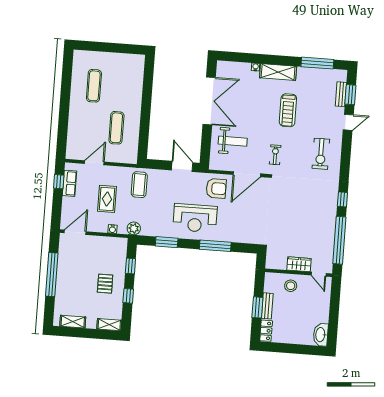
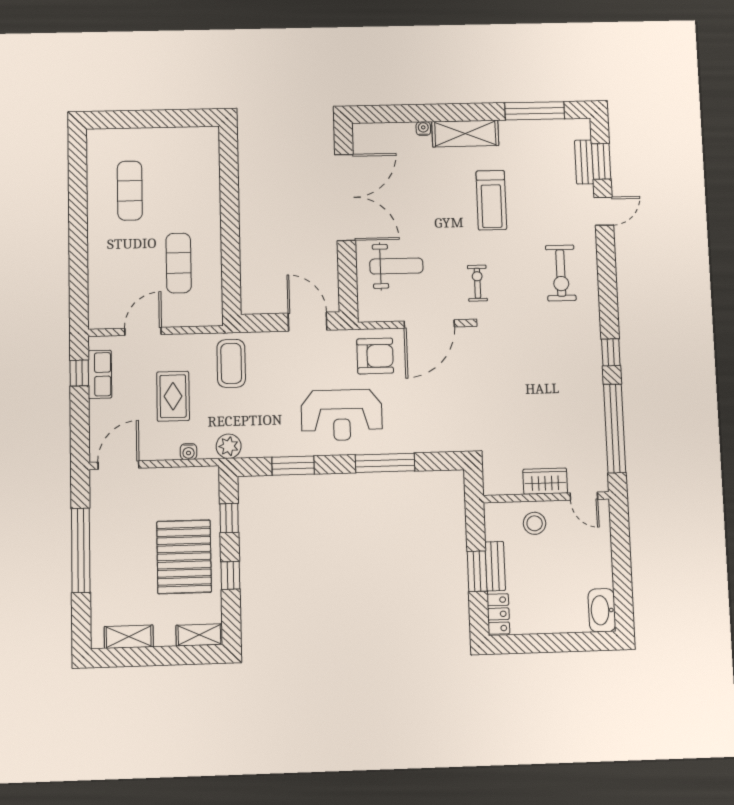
pallet: (105, 284) -> (184, 557), width x2.05, depth x2.00

